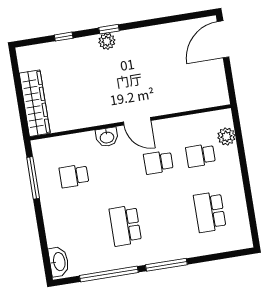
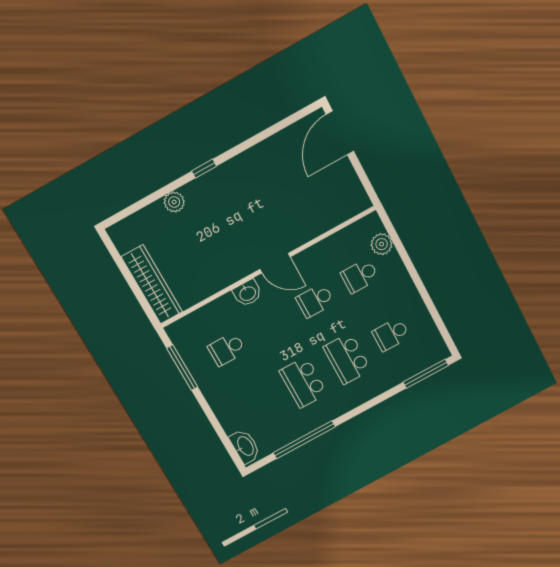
window: (64, 37) -> (155, 196), removed
plant: (107, 41) -> (174, 202), moved
school desk: (210, 212) -> (391, 334), width x0.54
school desk: (168, 219) -> (347, 358), added
window: (166, 265) -> (426, 374), moved

